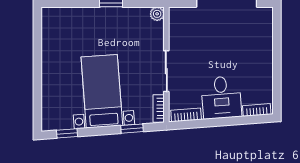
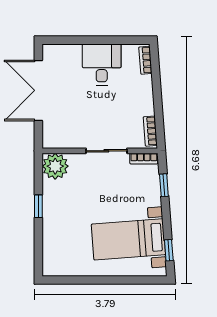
plant: (157, 14) -> (55, 166), width x1.88, depth x1.88
bed with nightstands: (102, 91) -> (128, 239), moved
desk: (221, 97) -> (102, 65), moved, turned -86

